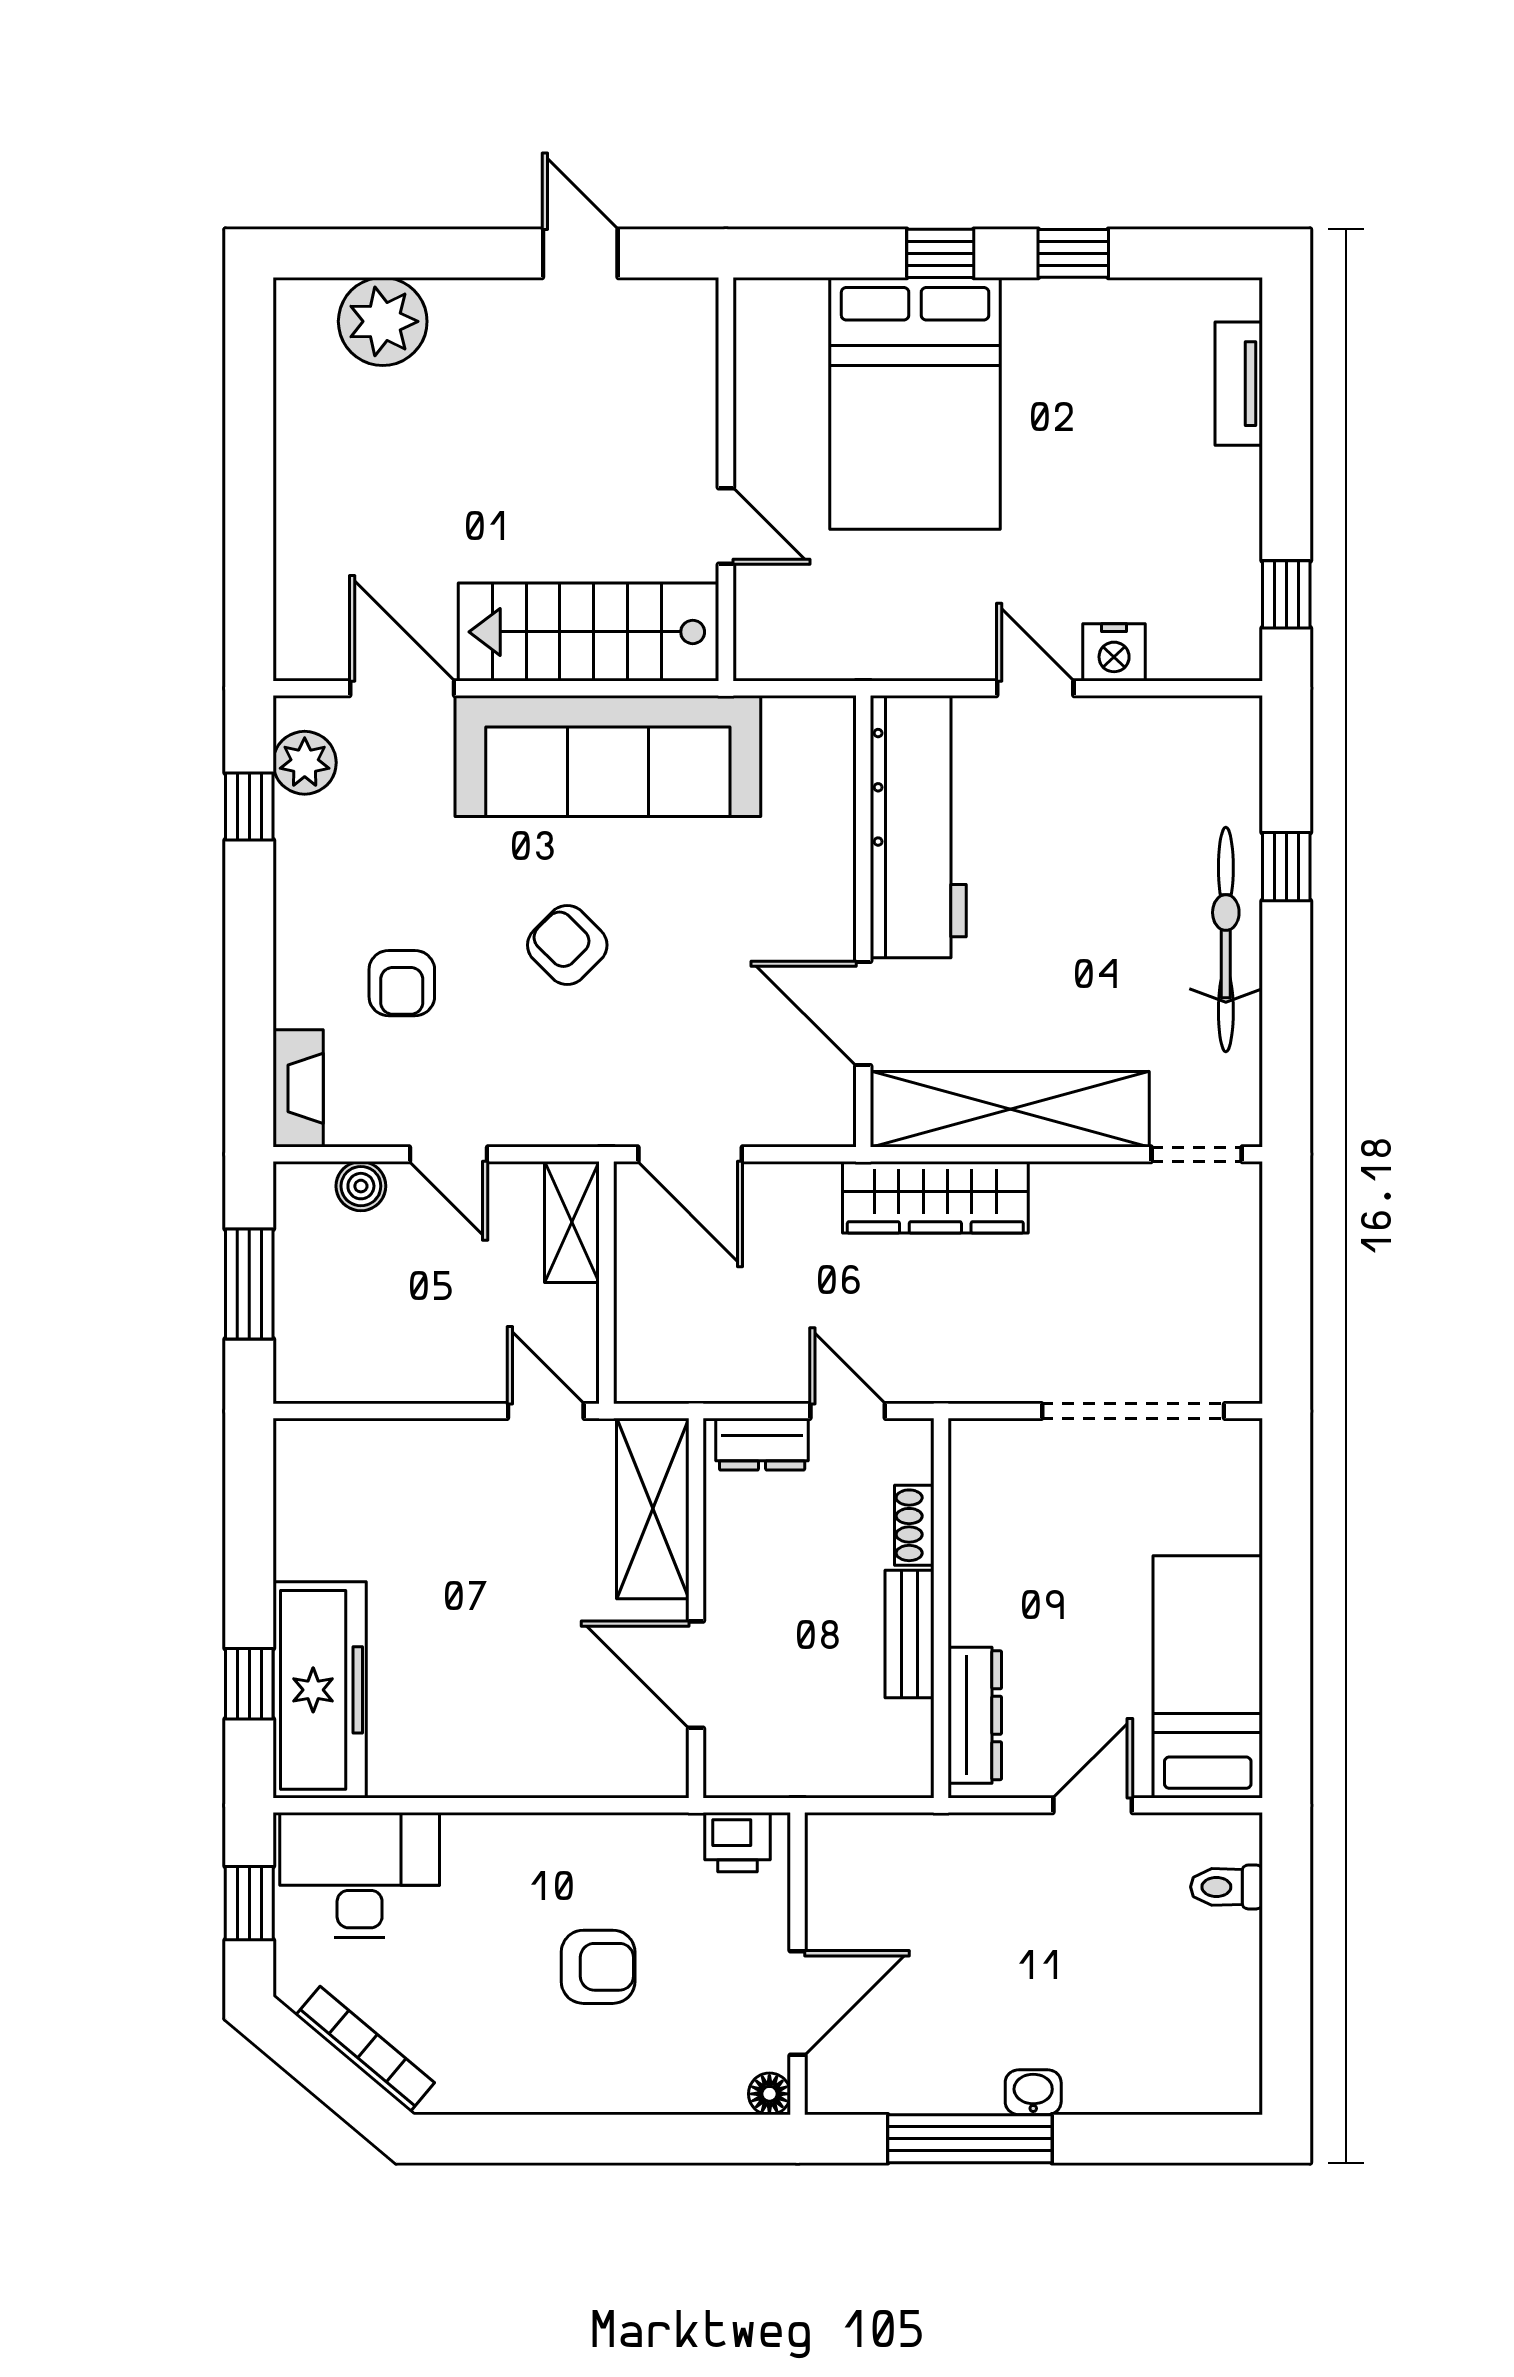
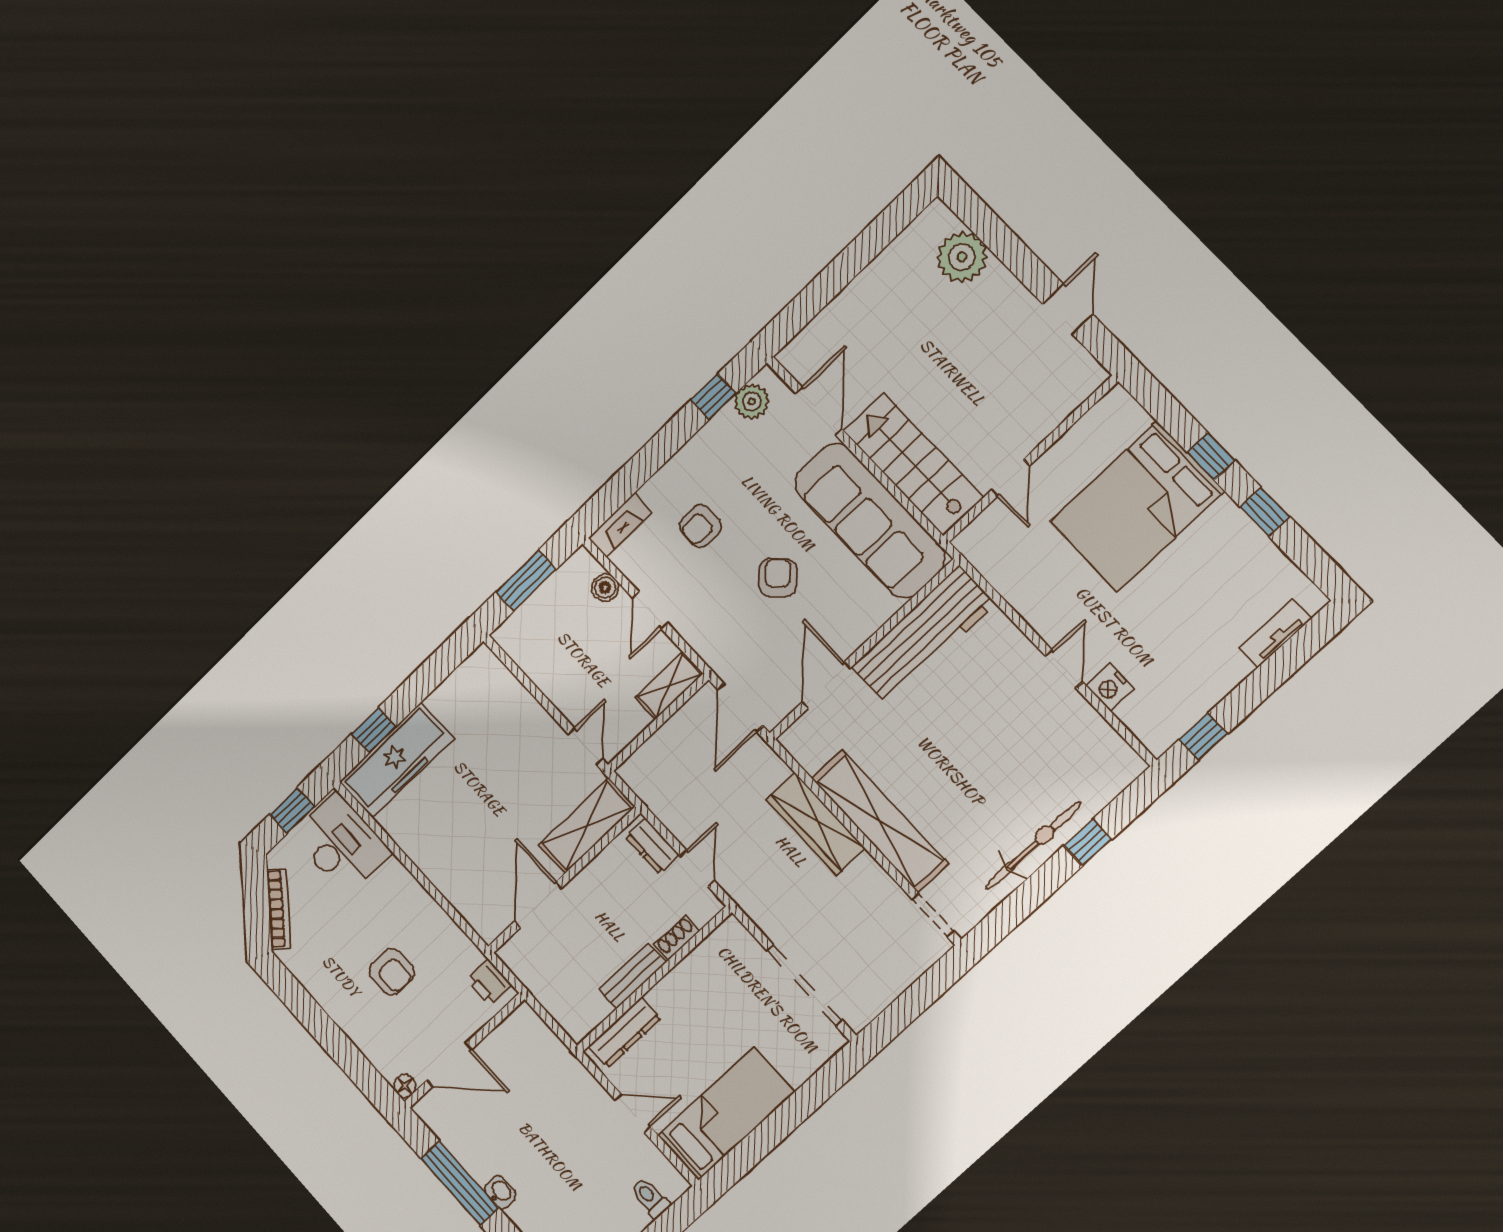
workbench: (918, 827) -> (924, 635), moved
wall: (863, 921) -> (864, 650), moved
door: (863, 1013) -> (826, 685), moved

